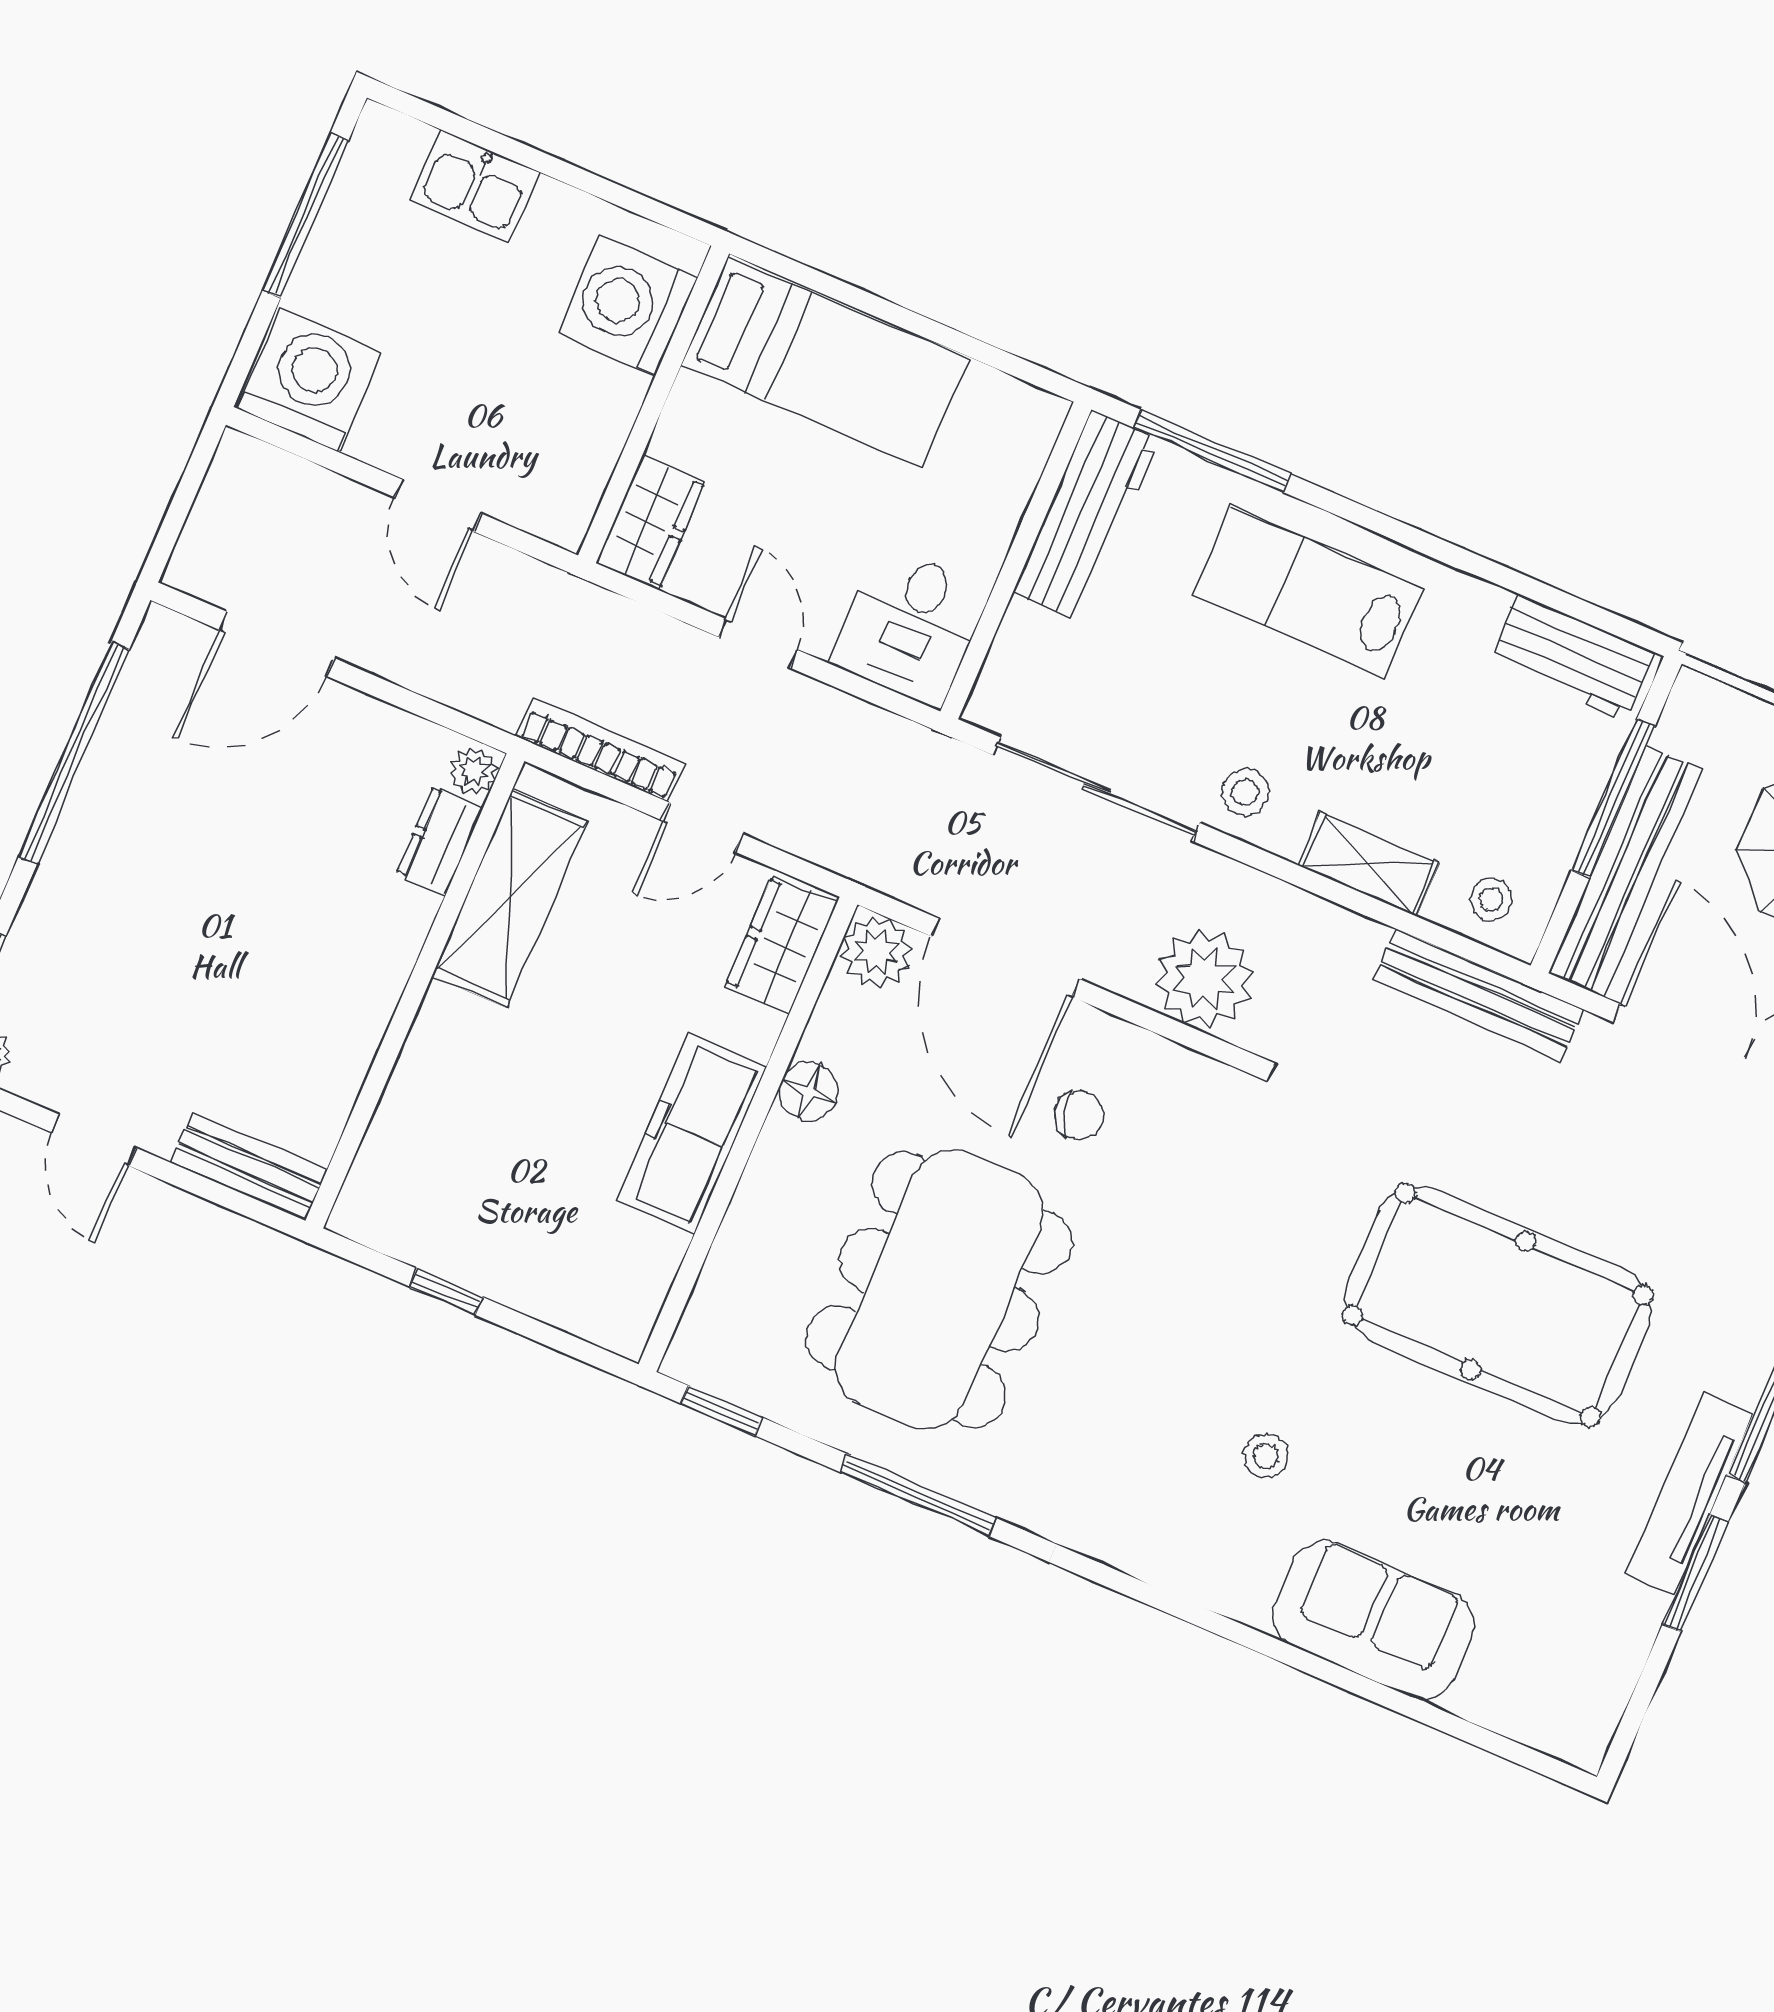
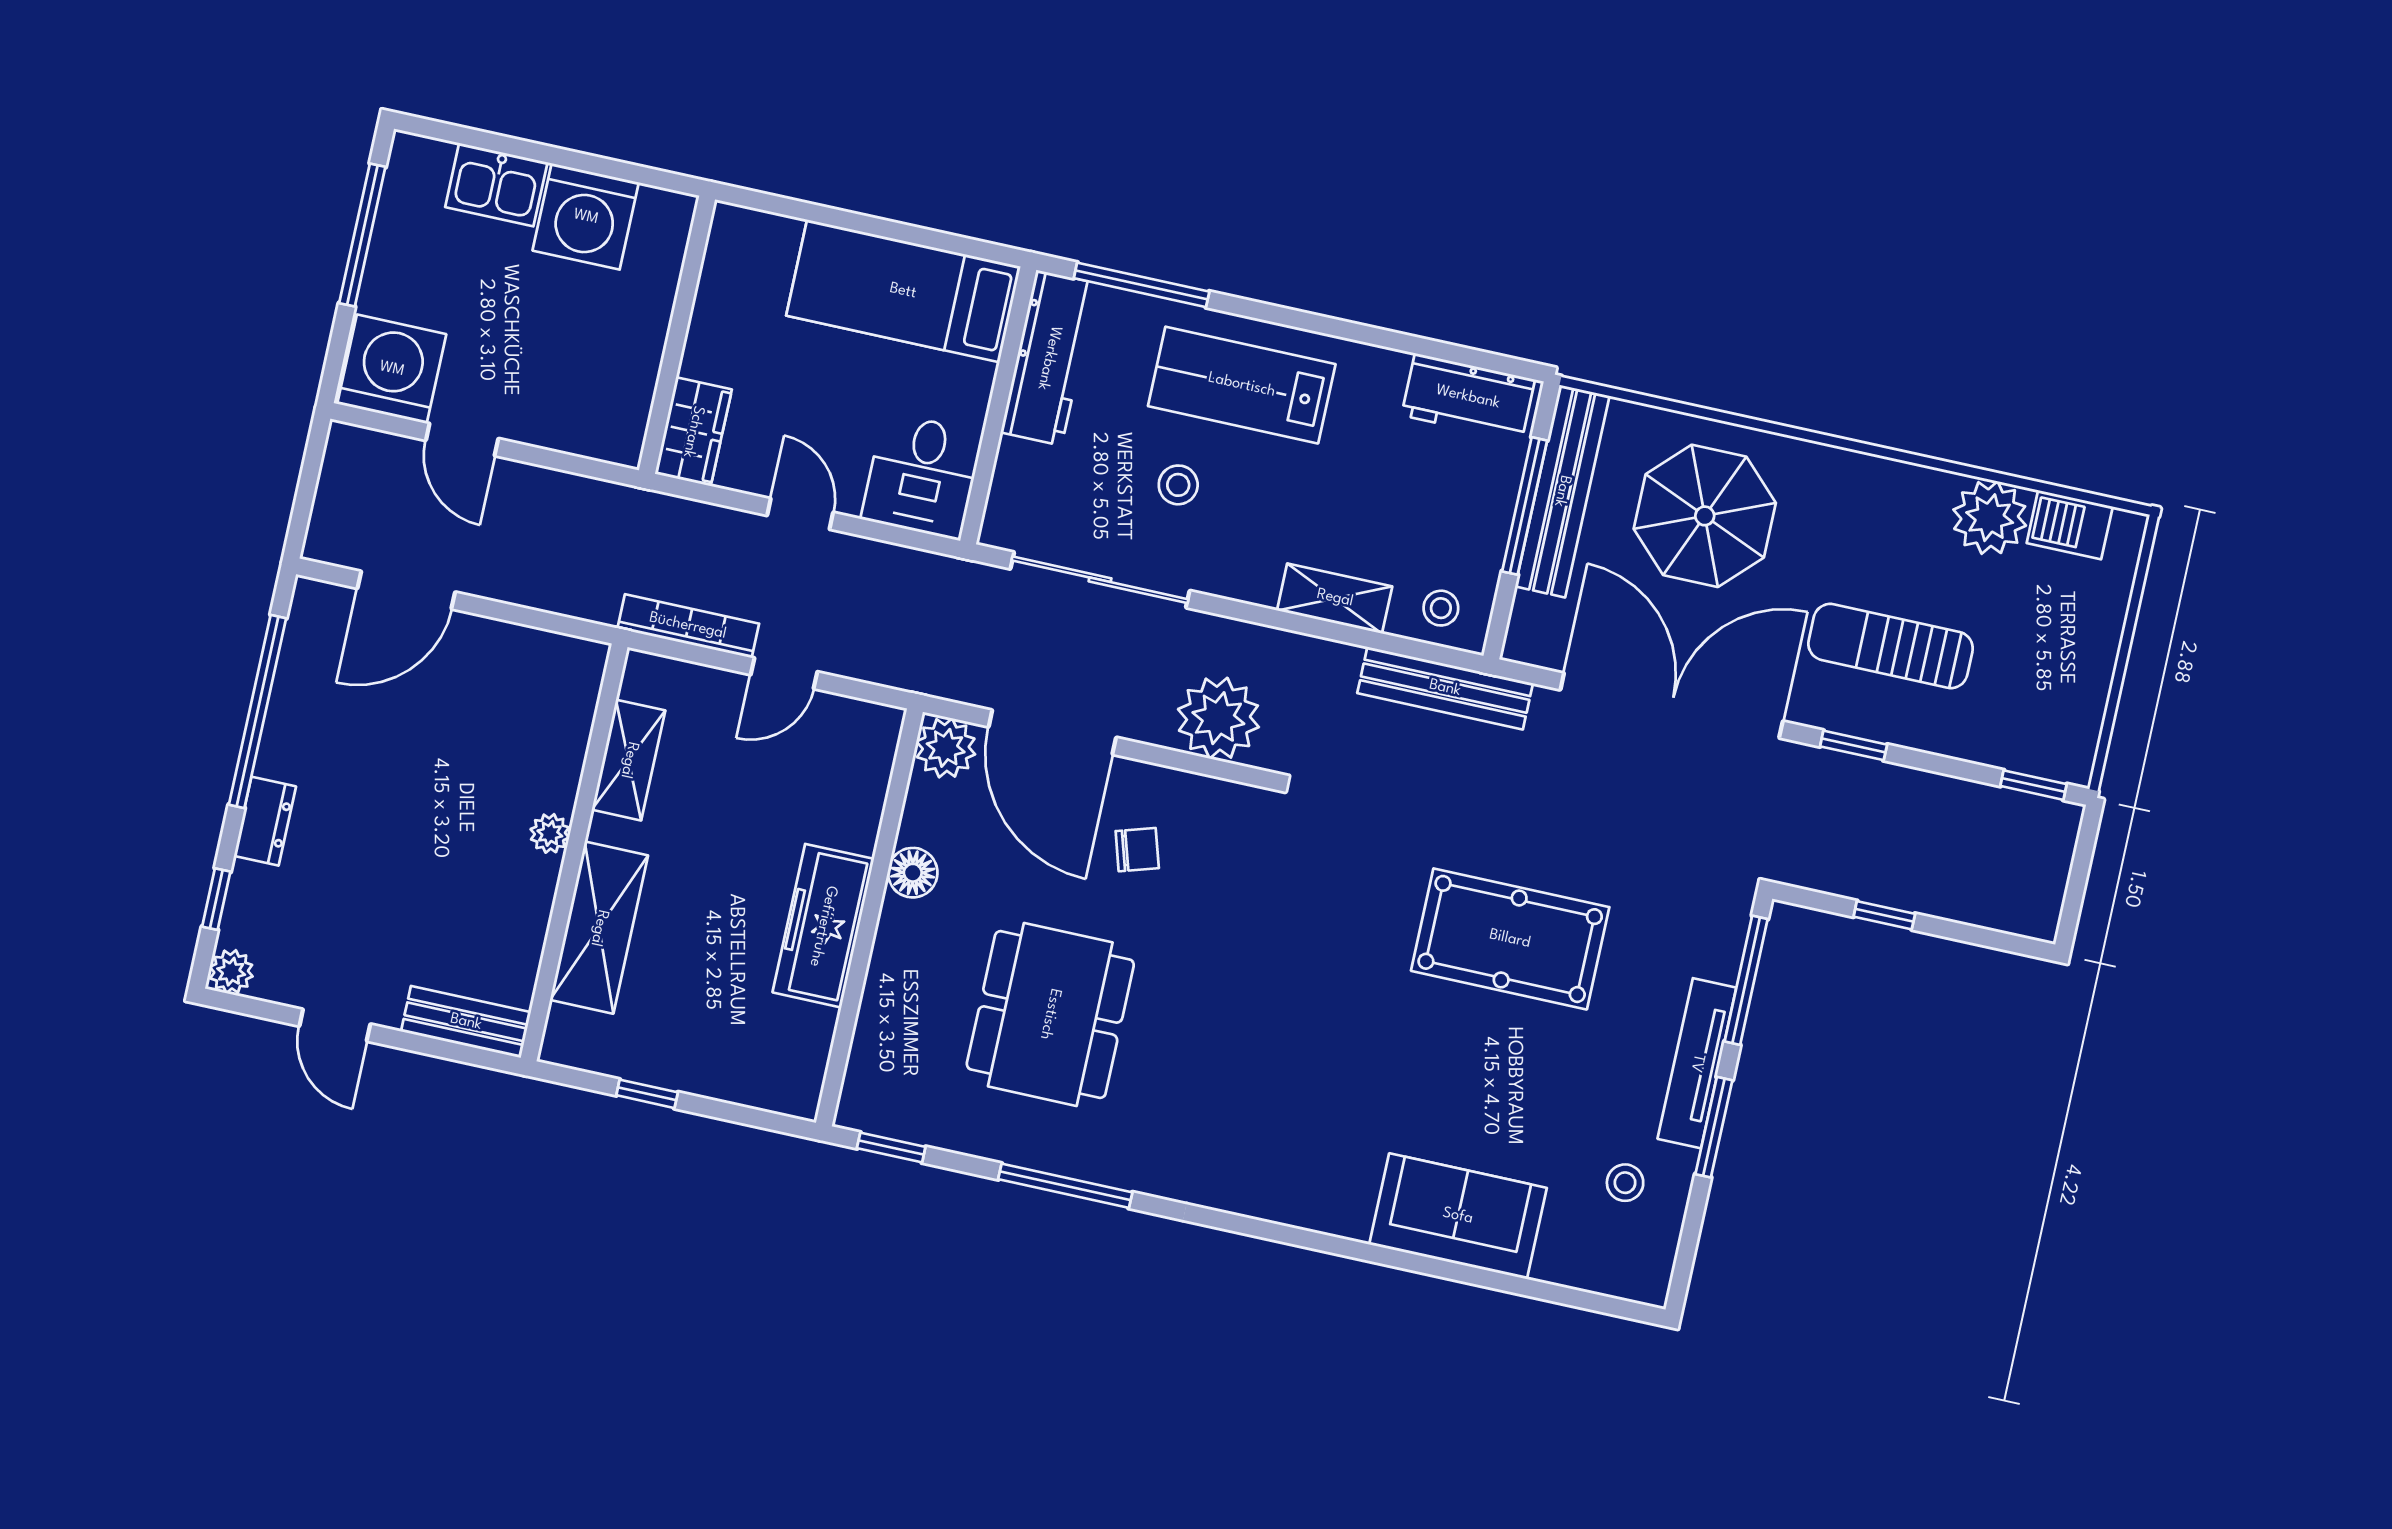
washing machine: (628, 305) -> (586, 217), moved, turned -90
bed: (825, 362) -> (903, 291), moved, turned 180
door: (438, 505) -> (462, 440), moved
plant: (473, 771) -> (550, 833), moved
stool: (1245, 792) -> (1178, 485), moved
dresser: (439, 840) -> (265, 821), moved, turned 180
bench: (1625, 872) -> (1562, 491), moved
shelving: (509, 898) -> (629, 760), width x0.67, depth x0.75
wardrobe: (781, 945) -> (866, 757), removed
shelving: (427, 1085) -> (599, 928), added
dining table: (939, 1290) -> (1050, 1014), width x0.73, depth x0.80
pool table: (1498, 1305) -> (1510, 939), width x0.73, depth x0.76
stool: (1266, 1456) -> (1625, 1183), moved

